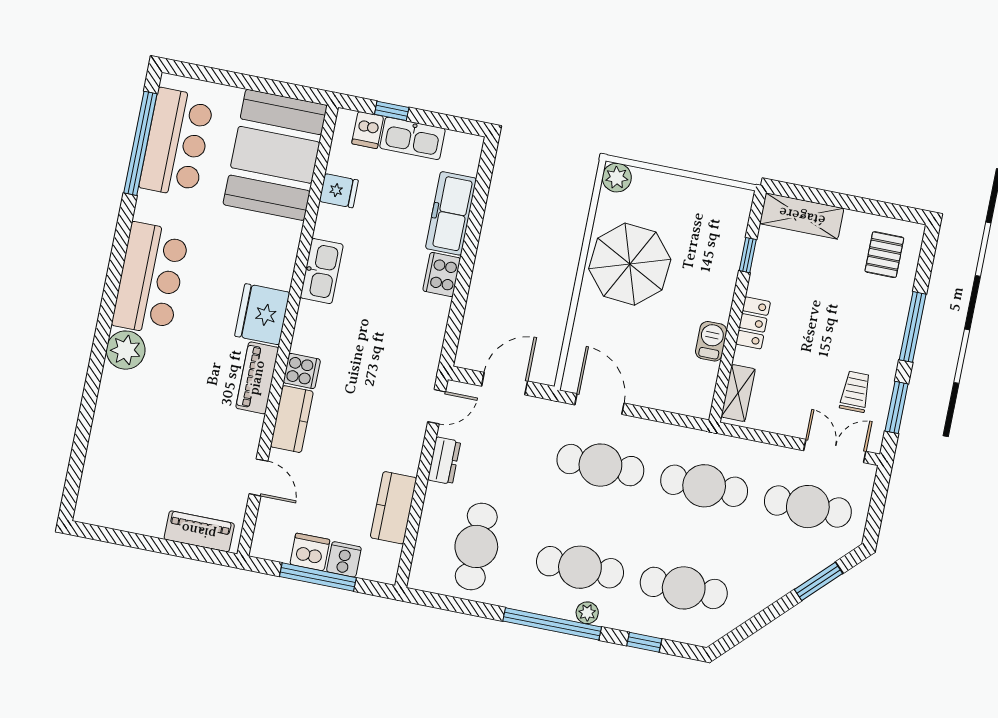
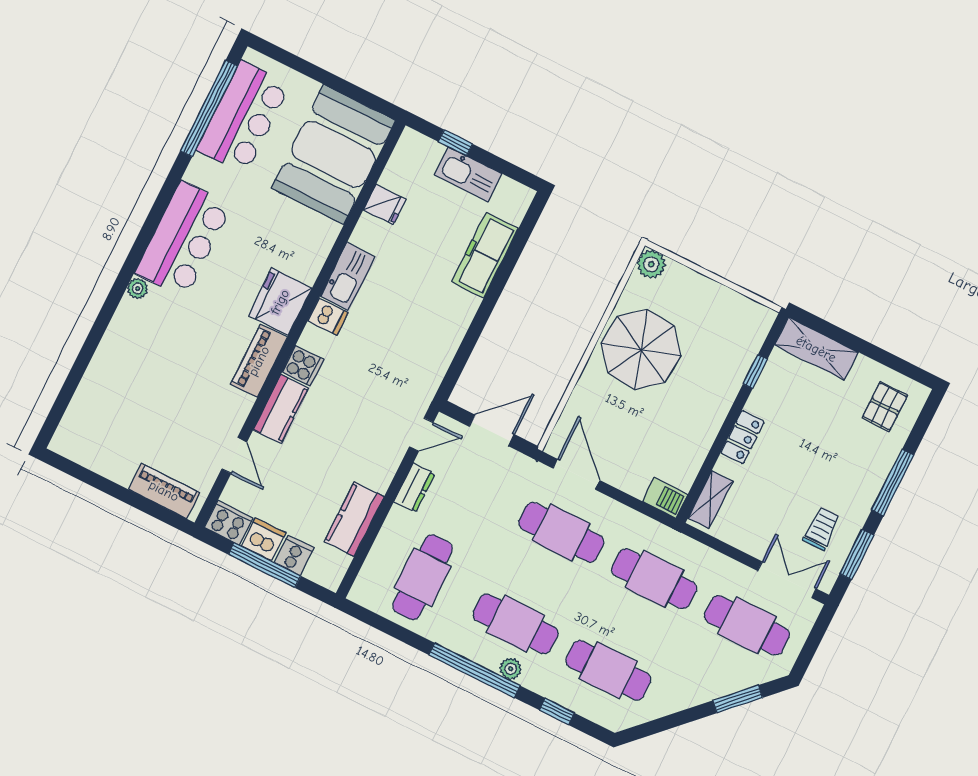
dishwasher: (368, 130) -> (328, 317), moved, turned -90
cooker: (442, 275) -> (229, 523), moved, turned 90
barbecue: (711, 341) -> (665, 498), moved, turned 90
plant: (126, 350) -> (138, 289), width x0.53, depth x0.53

